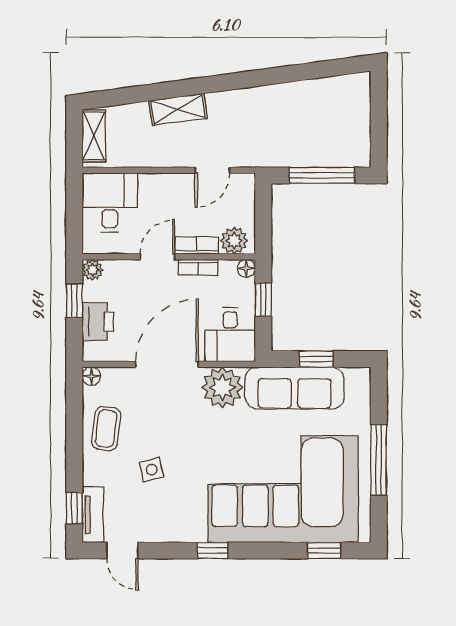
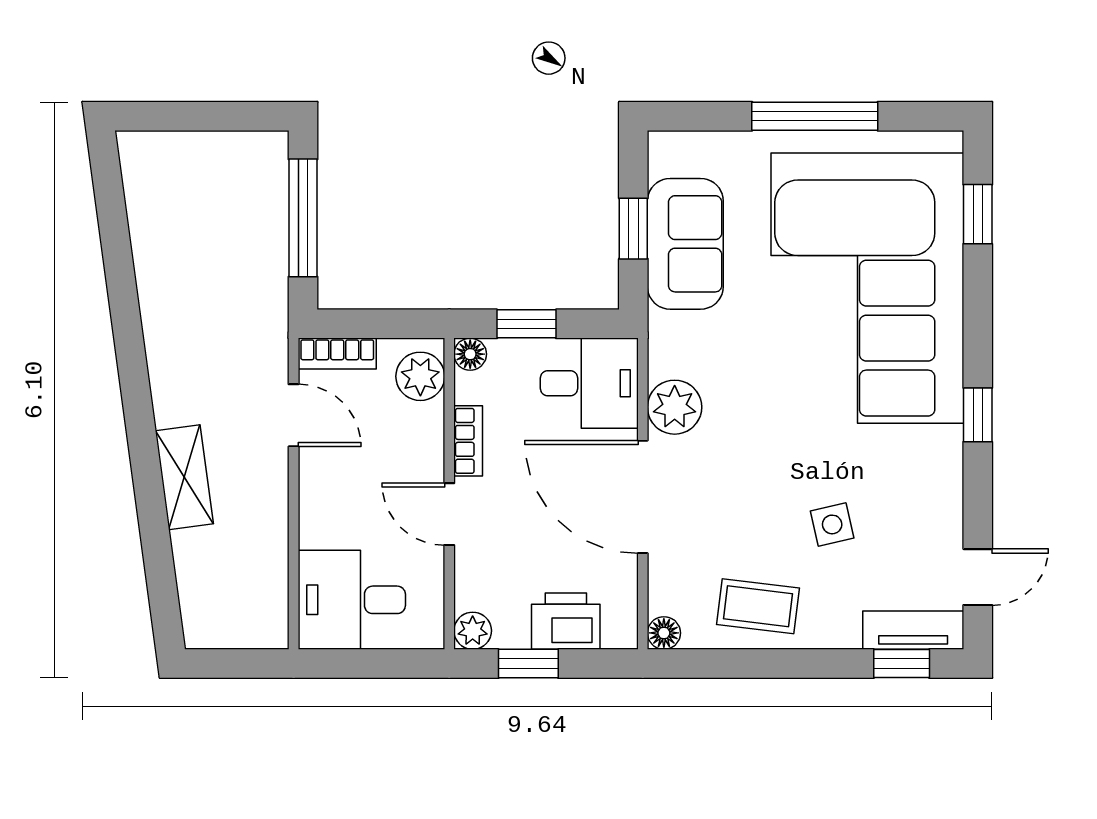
shelving: (94, 136) -> (232, 628), removed
bookcase: (197, 245) -> (337, 354), moved, turned -90
plant: (222, 387) -> (675, 407), width x0.73, depth x0.73
sofa: (295, 388) -> (685, 244), width x0.73

